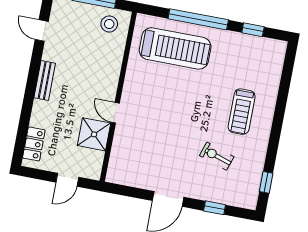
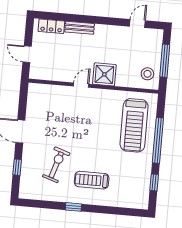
bench: (45, 80) -> (80, 28), moved
shower: (94, 134) -> (104, 74), moved
exercise bike: (217, 156) -> (56, 165), width x1.38, depth x1.39
window: (266, 182) -> (73, 207), moved

